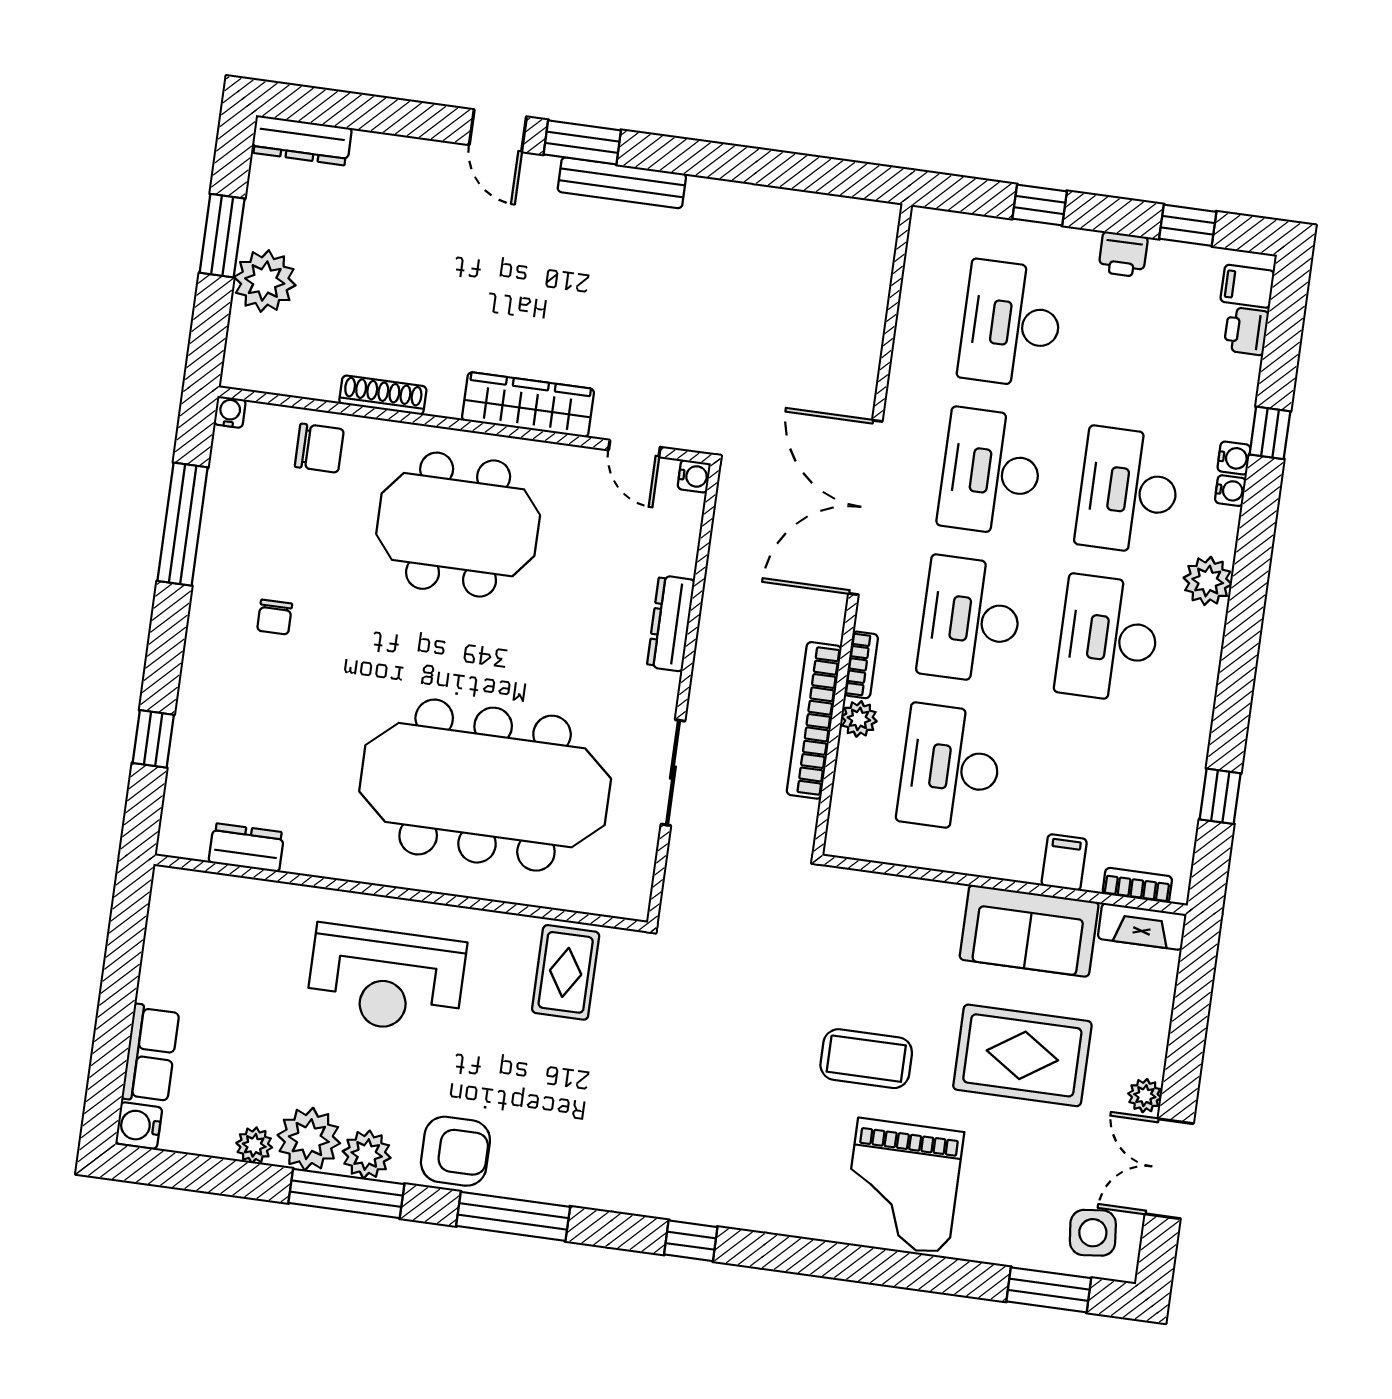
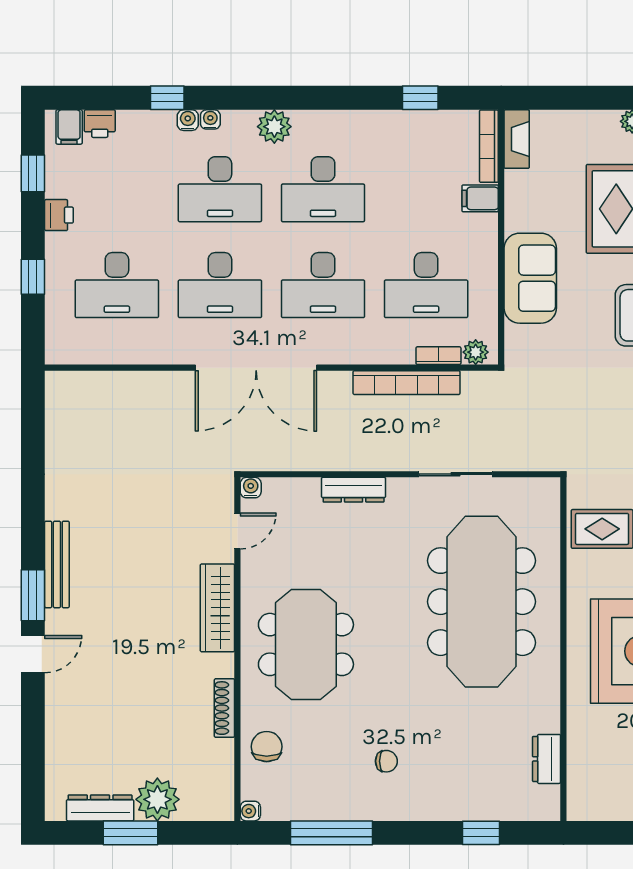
dresser: (301, 140) -> (100, 808), moved, turned -90
bookcase: (861, 665) -> (438, 356), moved
plant: (859, 719) -> (476, 352), moved
bookcase: (1137, 885) -> (489, 146), width x1.56
sofa: (1029, 931) -> (530, 278), moved

